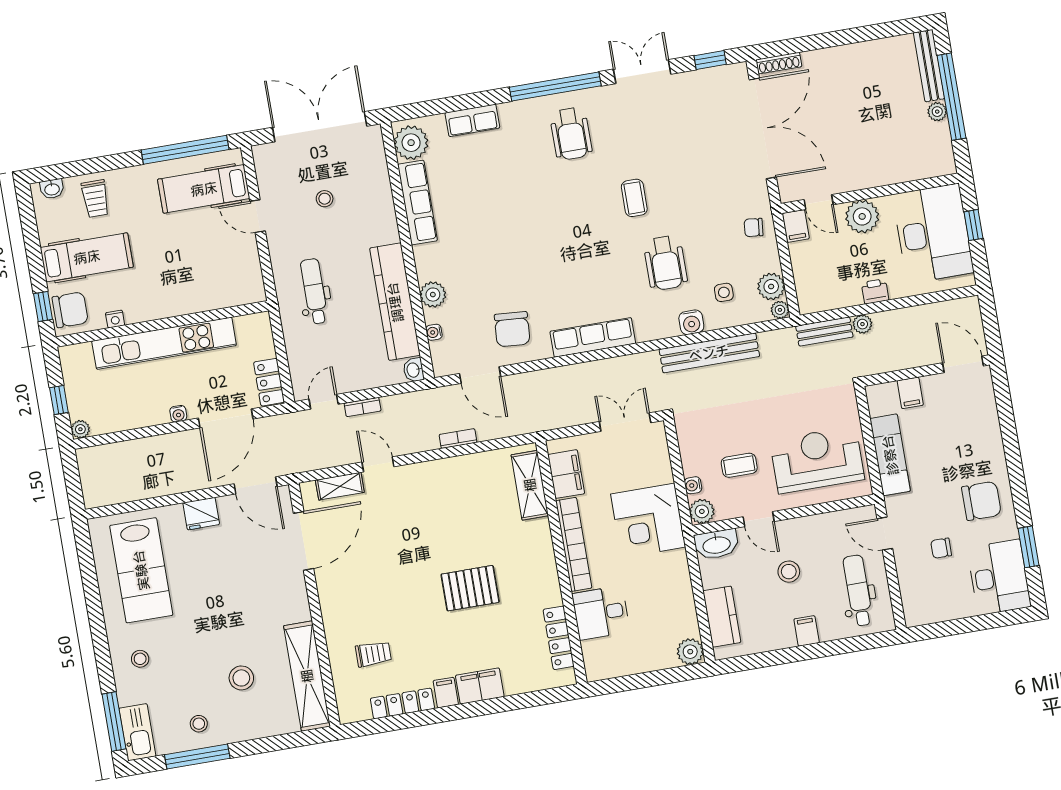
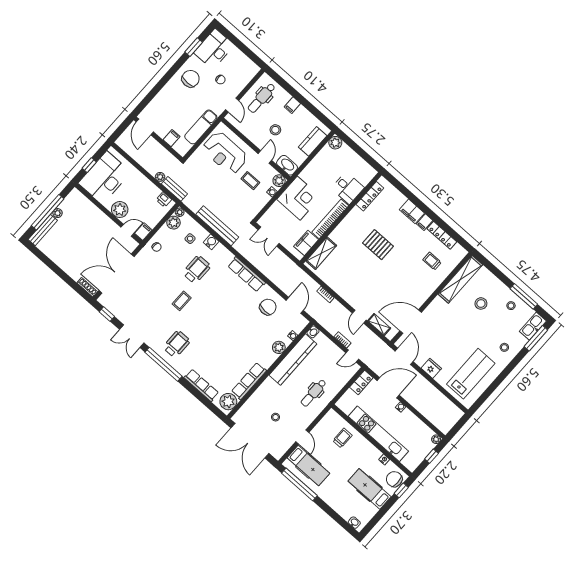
row of seats: (472, 120) -> (201, 385), width x1.48
trolley: (95, 199) -> (342, 438), moved
door: (819, 202) -> (127, 230), hinge flipped
printer: (875, 291) -> (164, 200), moved
chair: (981, 501) -> (191, 79), turned 90

